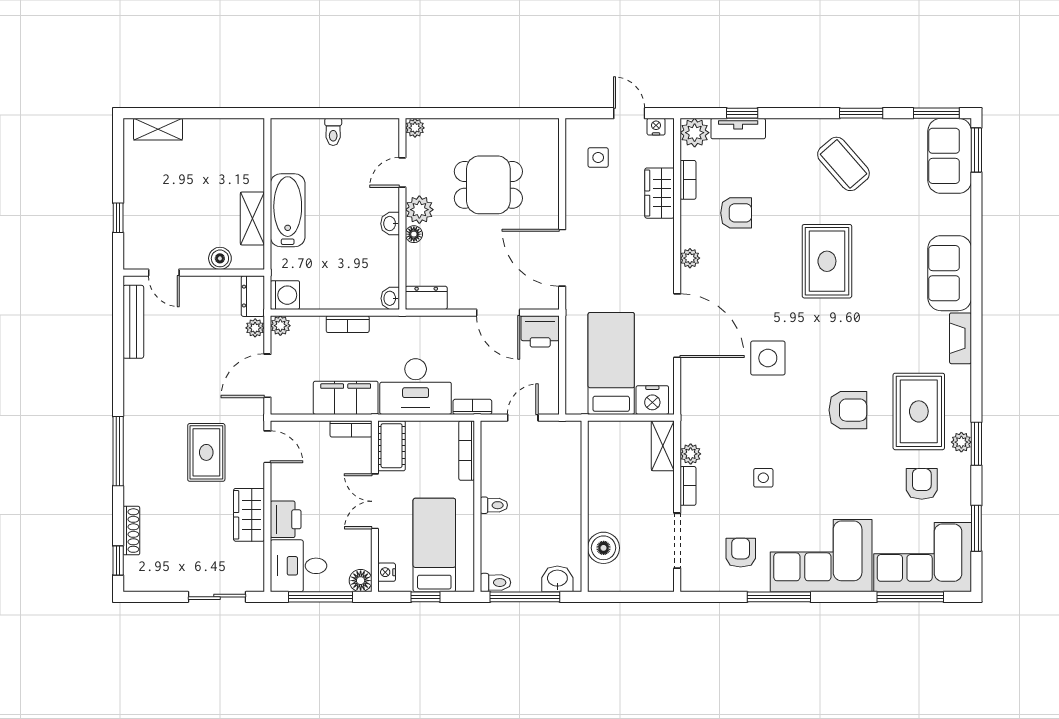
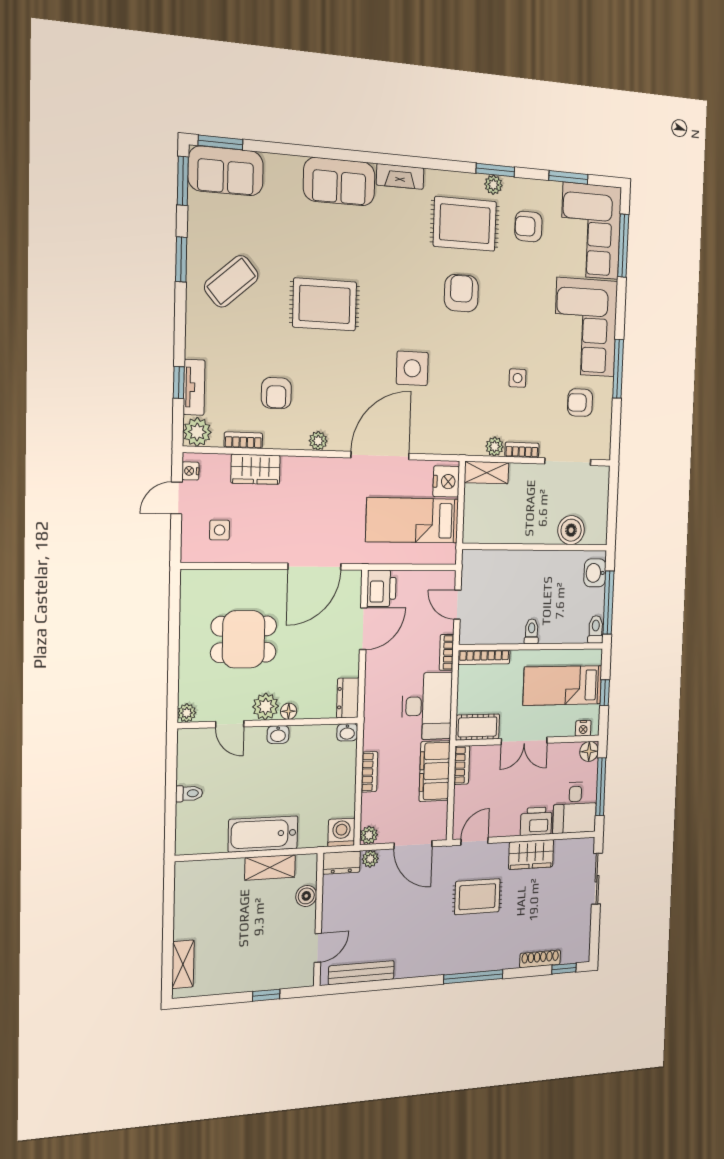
dining table: (488, 185) -> (244, 639), turned 90
armchair: (736, 213) -> (276, 393), turned 180

